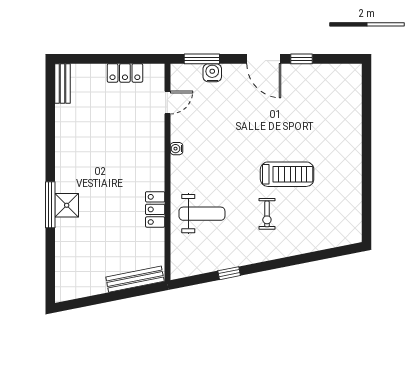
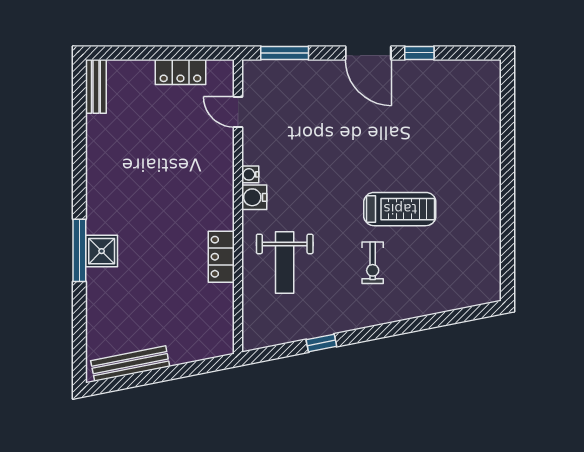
water cooler: (212, 73) -> (254, 197), moved, turned -90
door: (167, 102) -> (238, 112), swing flipped
weight bench: (202, 214) -> (285, 262), turned 90
bench: (135, 279) -> (130, 364), moved

